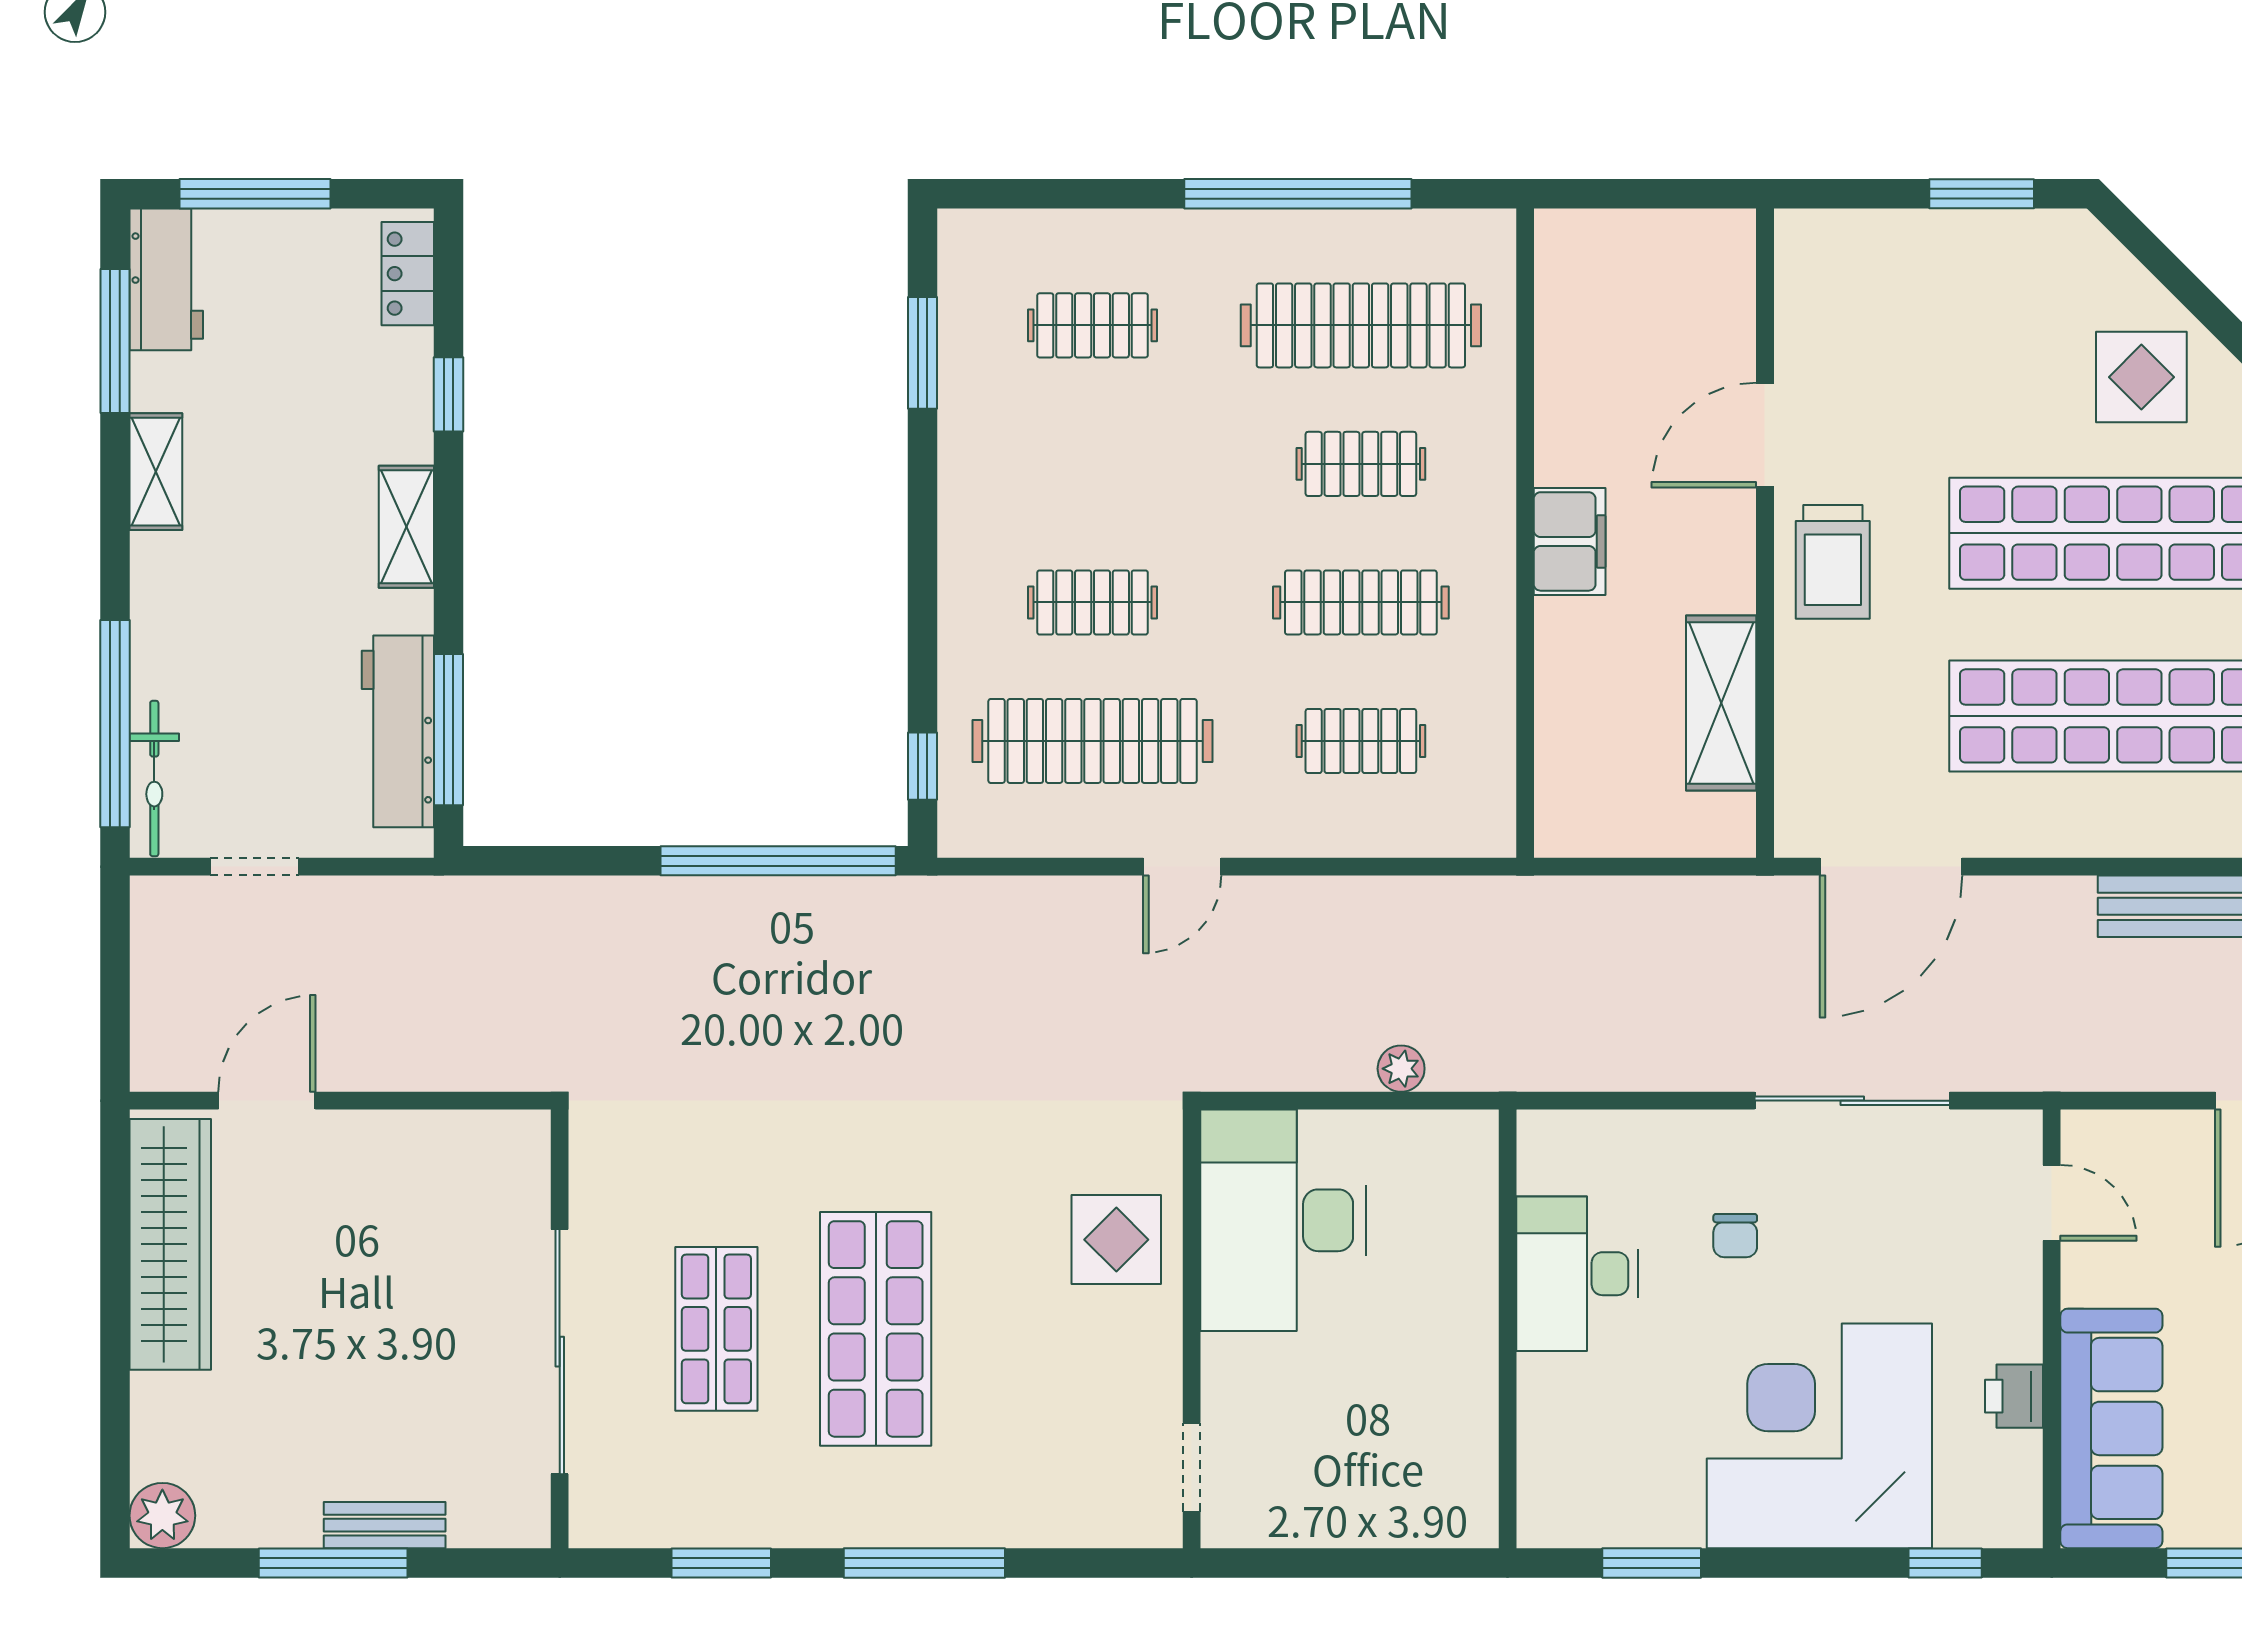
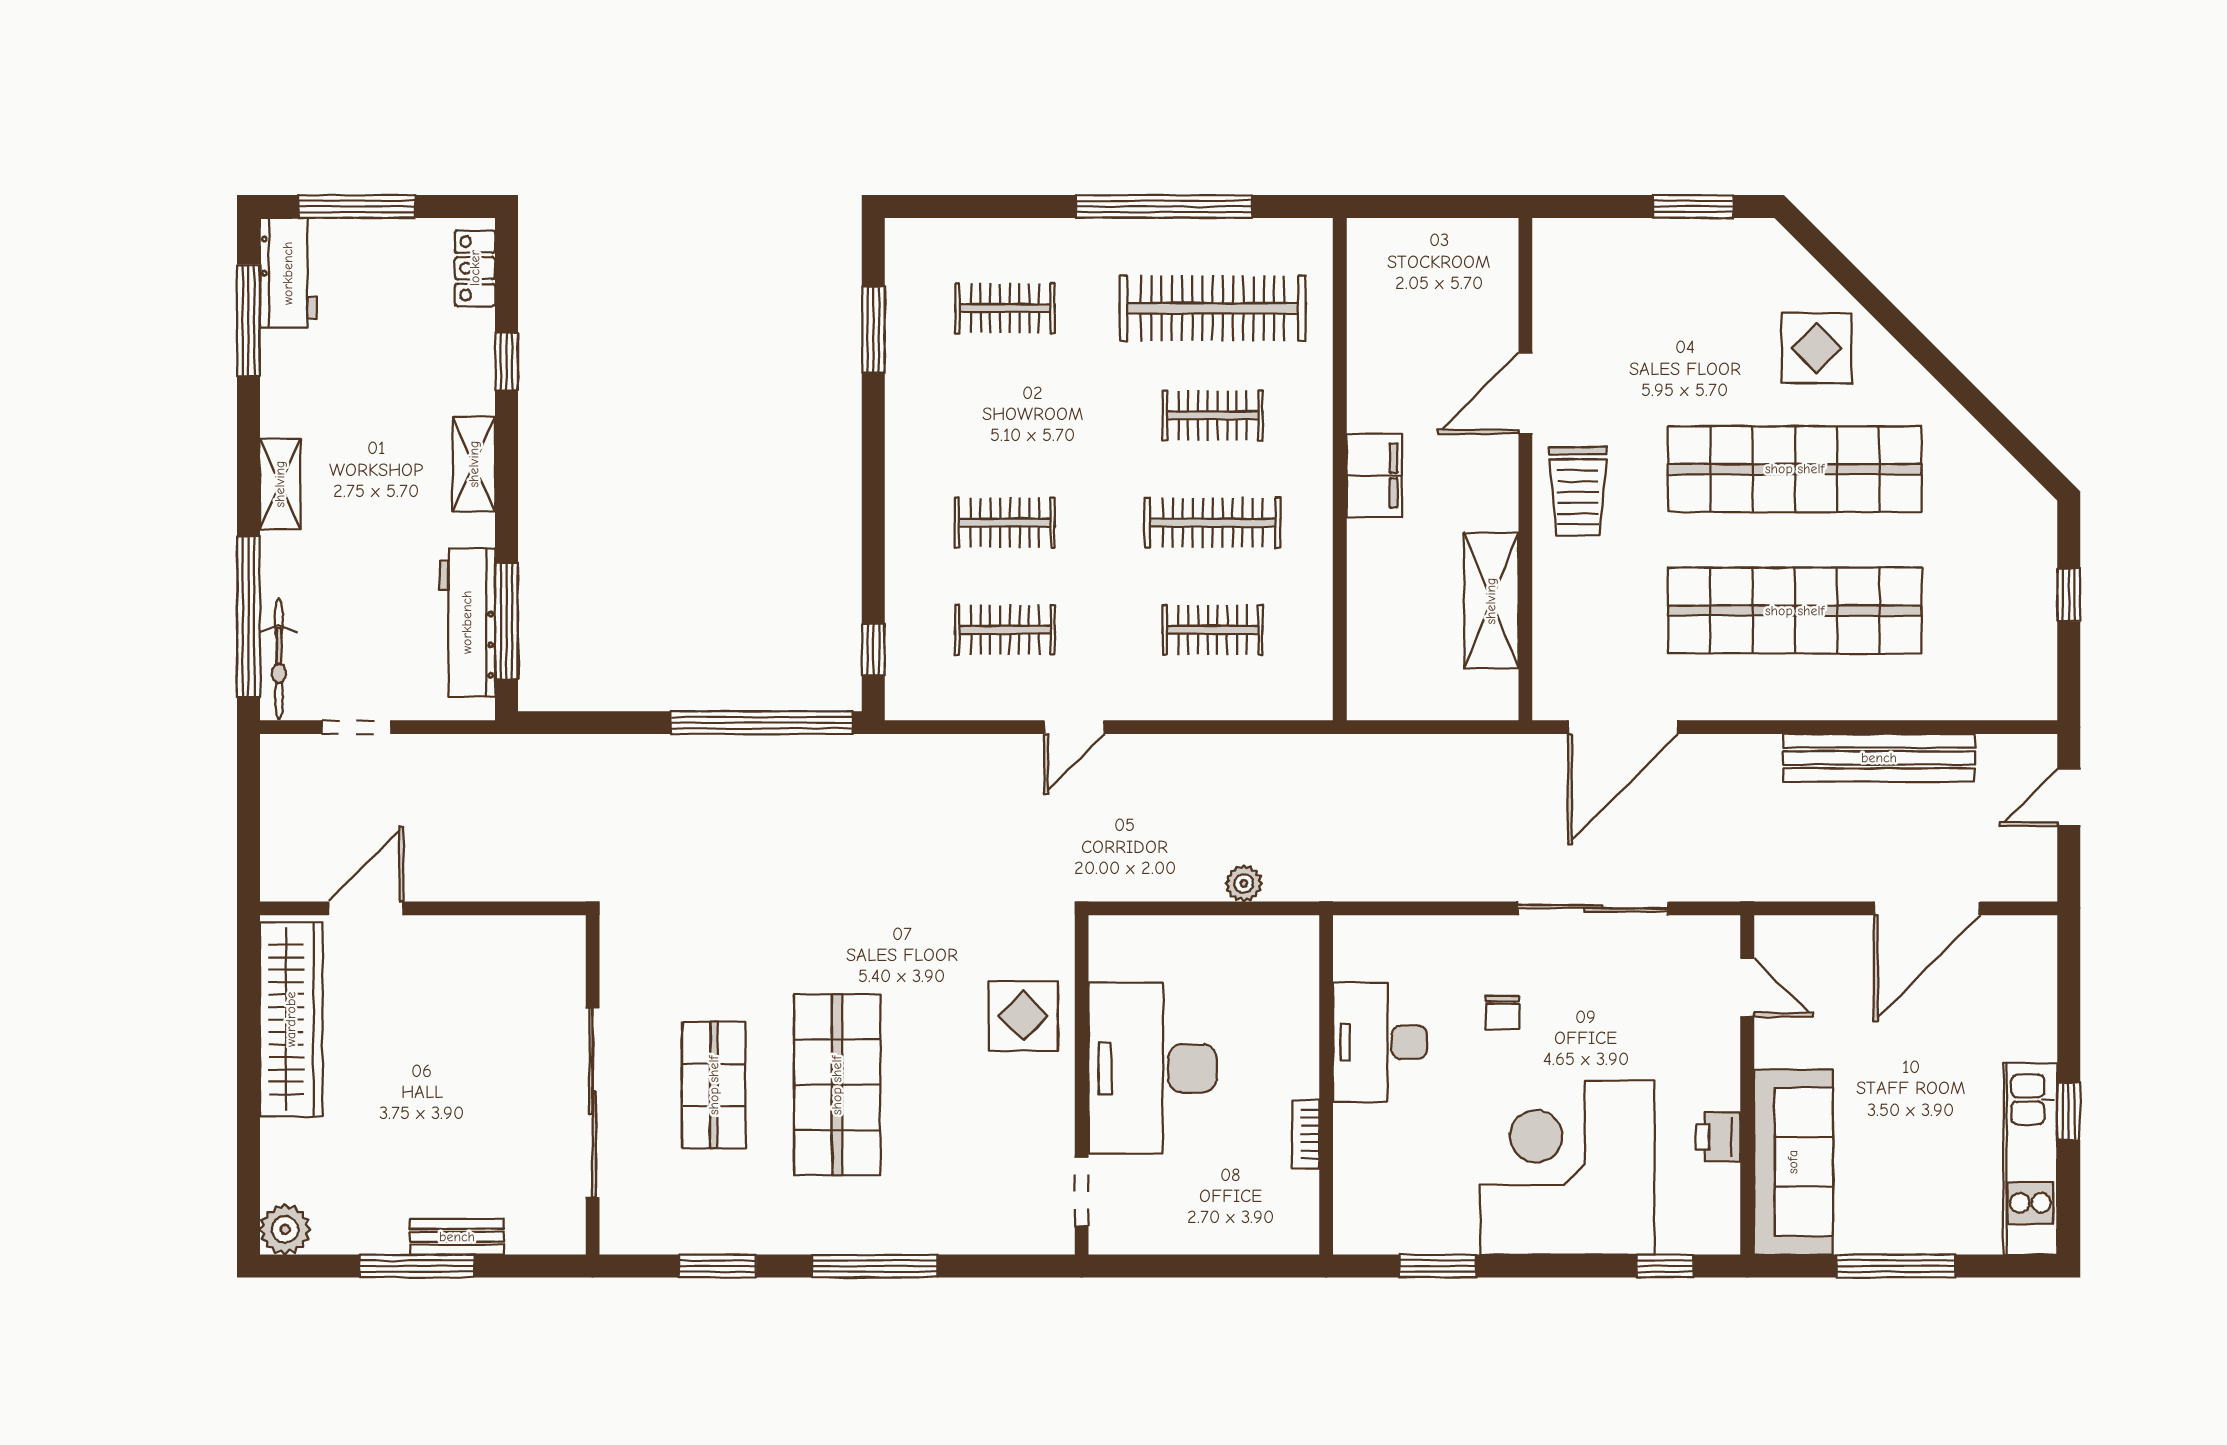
shelving: (156, 472) -> (280, 484), moved
clothes rail: (1093, 741) -> (1005, 630), width x0.54, depth x0.76
desk: (1283, 1220) -> (1153, 1068), moved
bookcase: (1481, 1393) -> (1306, 1134), added

